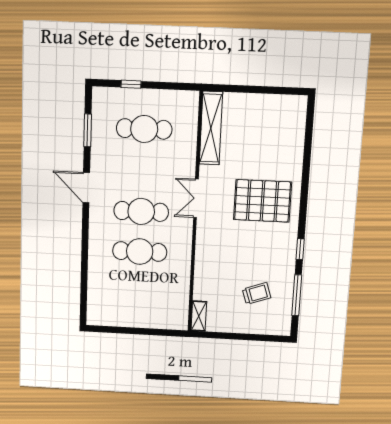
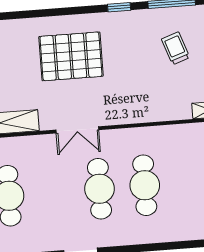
pallet: (262, 201) -> (71, 56), turned 90

